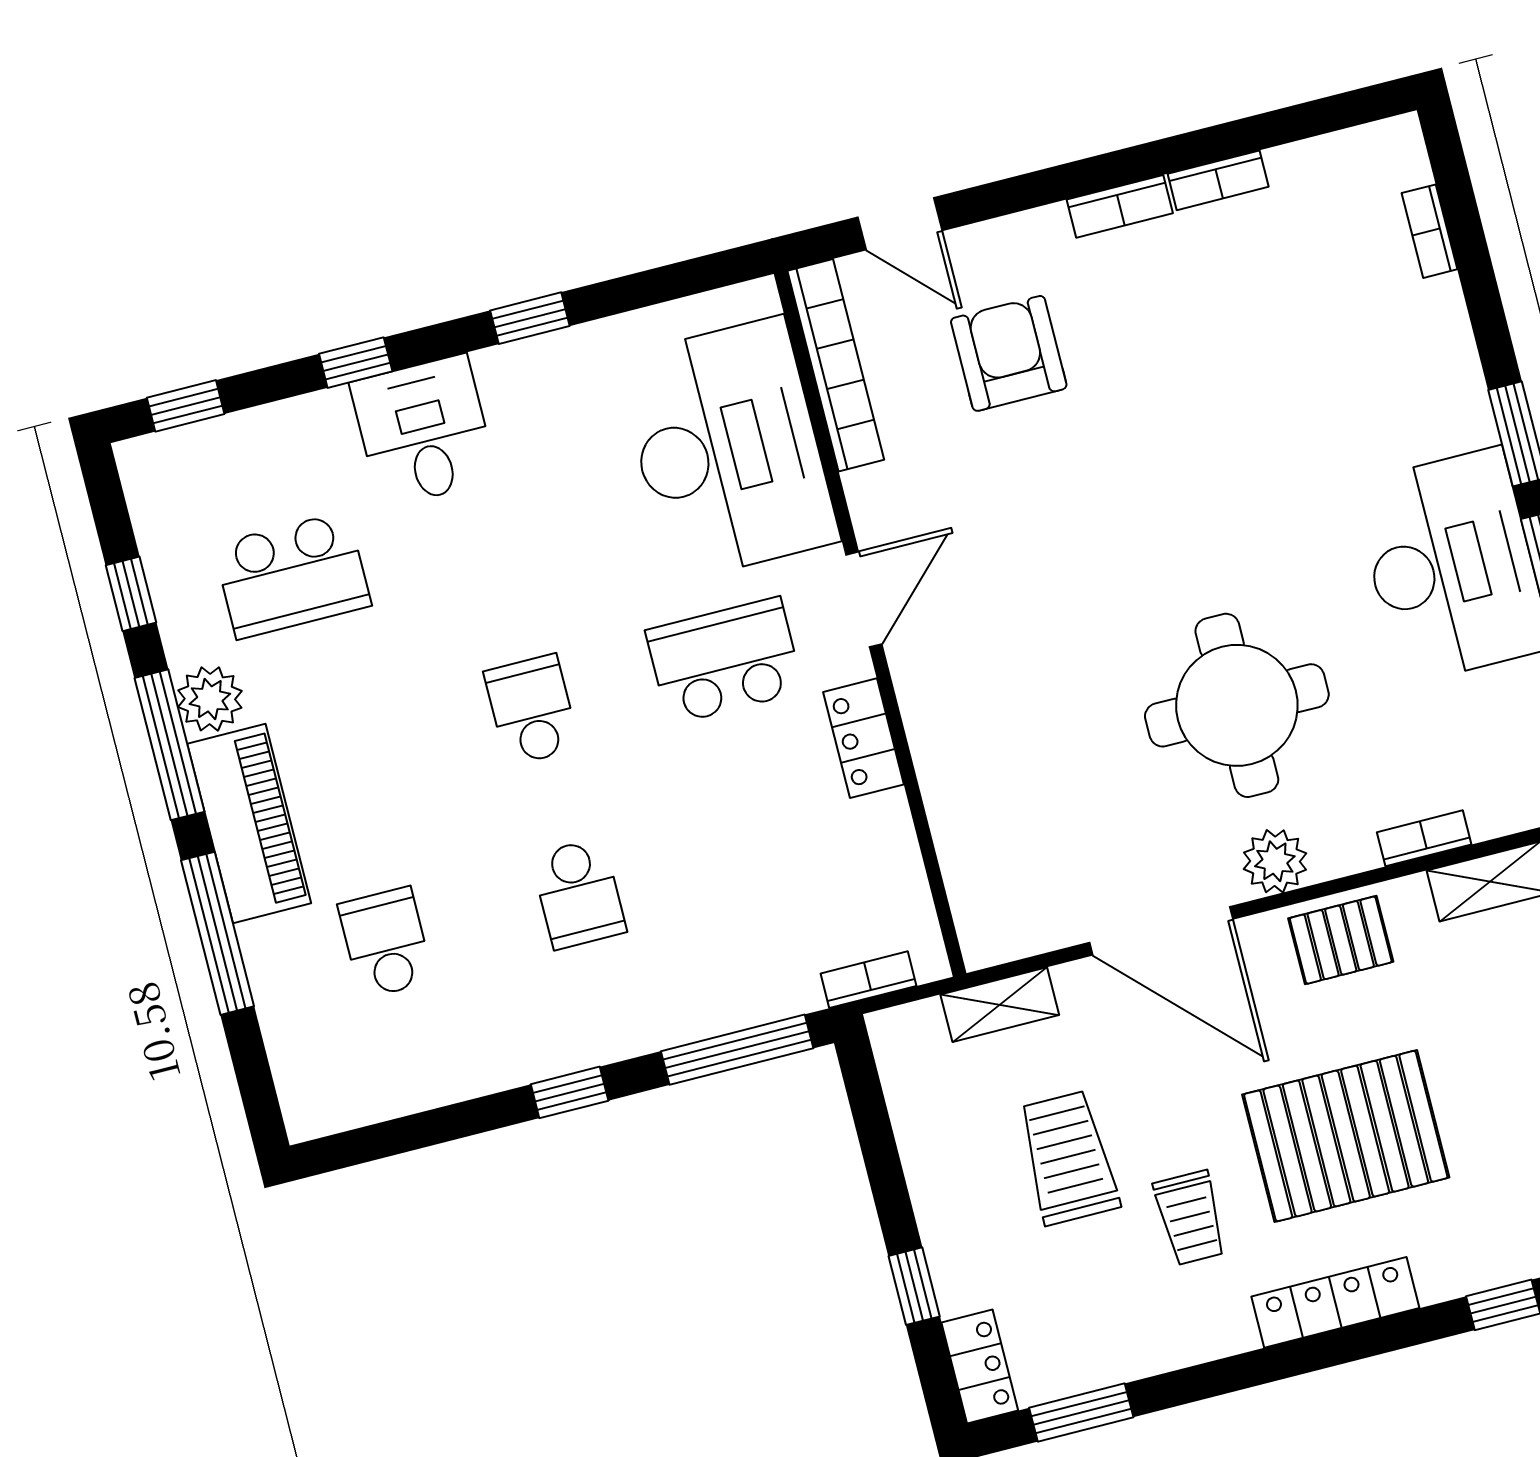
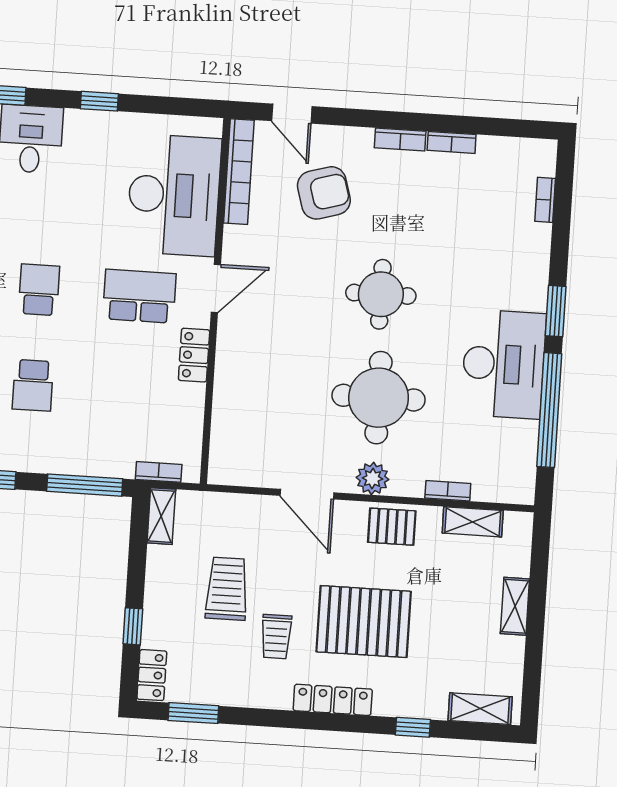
armchair: (1009, 353) -> (324, 193), turned 74
round table: (1178, 509) -> (381, 294), added
door: (1161, 931) -> (307, 494), width x0.73
shelving: (1000, 1005) -> (161, 516), moved, turned 90

